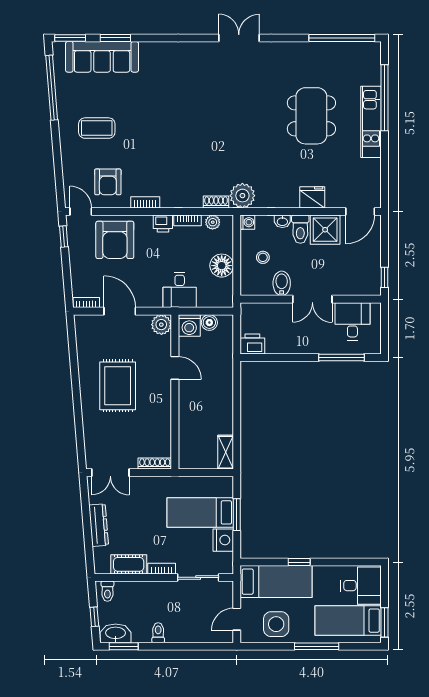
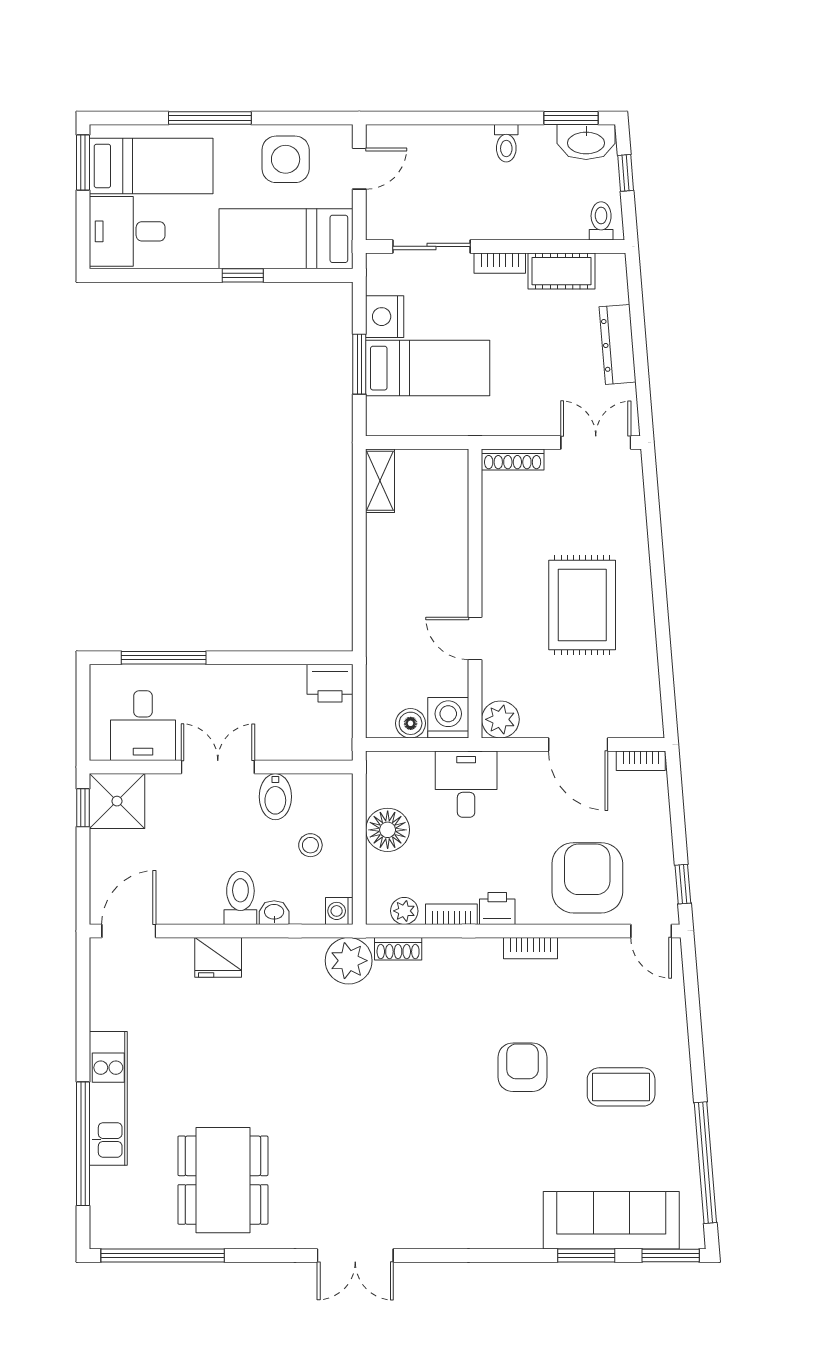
dining table: (311, 116) -> (223, 1180), moved
armchair: (108, 182) -> (523, 1067), moved
shower: (325, 230) -> (117, 801), moved

